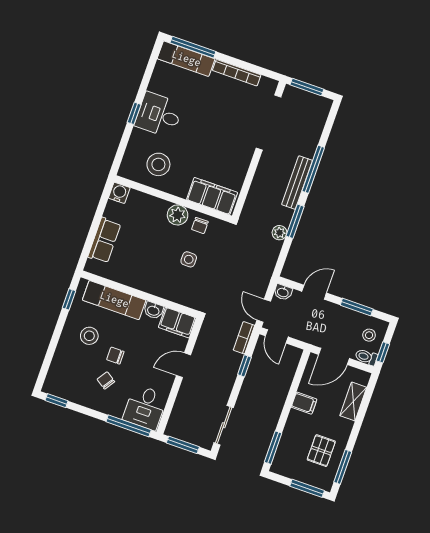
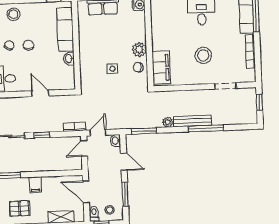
window: (307, 87) -> (259, 102), width x0.67
doorway: (268, 123) -> (225, 86), width x0.53
stool: (158, 164) -> (203, 55), moved
window: (295, 221) -> (144, 131), moved
plant: (280, 233) -> (168, 122), moved
filing cabinet: (177, 323) -> (67, 78), removed
stool: (89, 336) -> (13, 14), moved
window: (244, 366) -> (42, 135), moved
filing cabinet: (304, 403) -> (35, 185), moved

